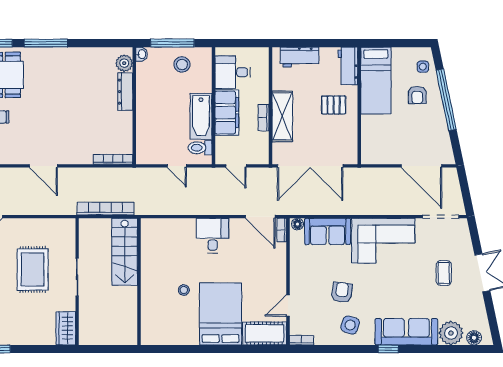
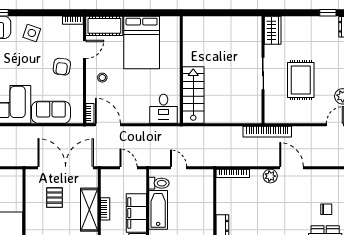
pallet: (334, 105) -> (55, 198), moved, turned 90
plant: (69, 156) -> (270, 176), added
bookcase: (106, 209) -> (267, 132), moved
floor lamp: (298, 224) -> (76, 118), removed
desk: (213, 236) -> (163, 109), moved
stairs: (125, 252) -> (193, 95), moved
wall: (139, 282) -> (181, 70), moved
stool: (184, 290) -> (102, 78), moved
armchair: (342, 292) -> (62, 67), moved

